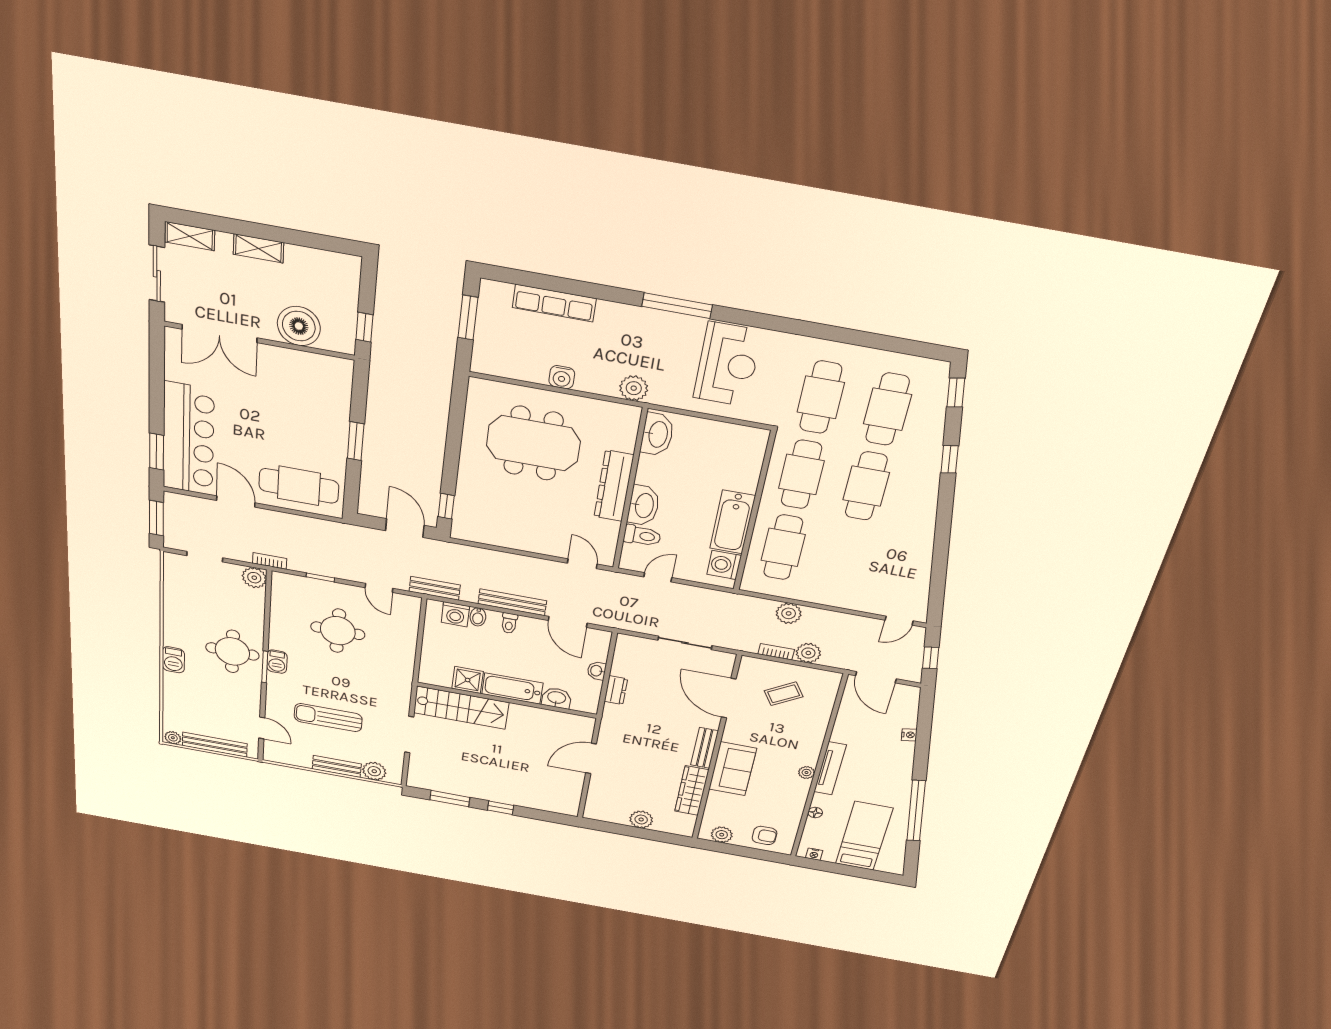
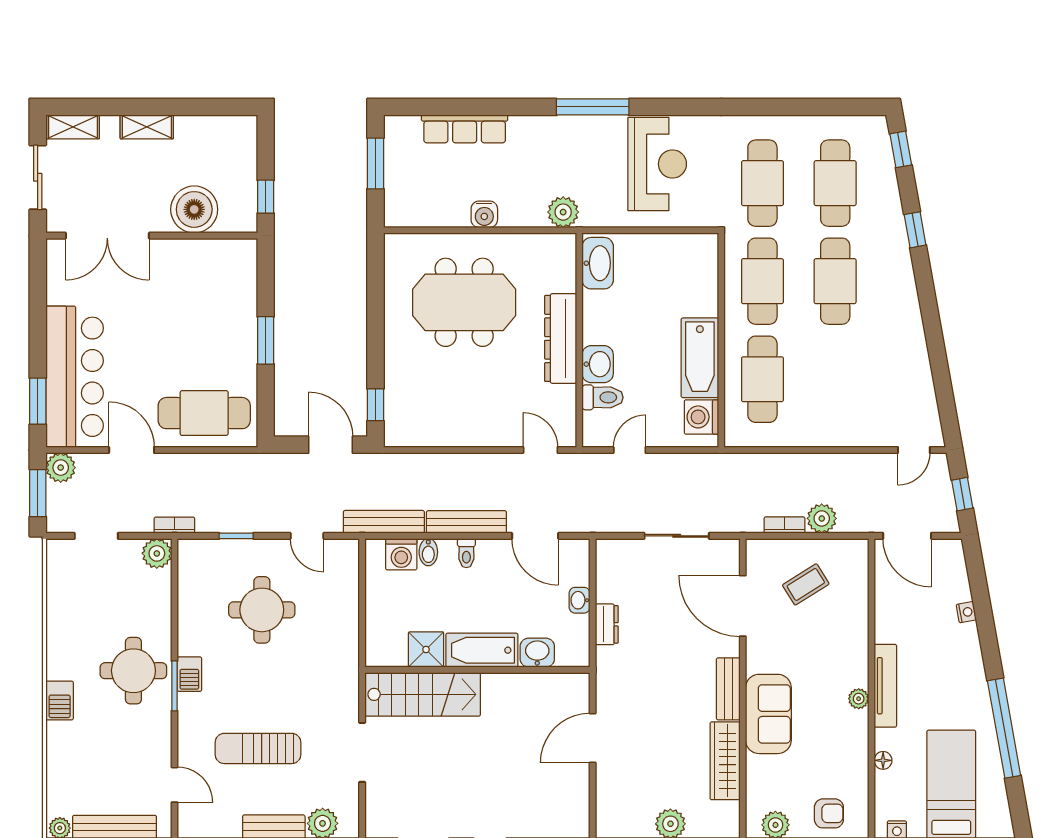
washbasin: (644, 506) -> (598, 364), width x0.72
bench: (435, 588) -> (384, 522), width x1.36
plant: (789, 613) -> (61, 468), moved

